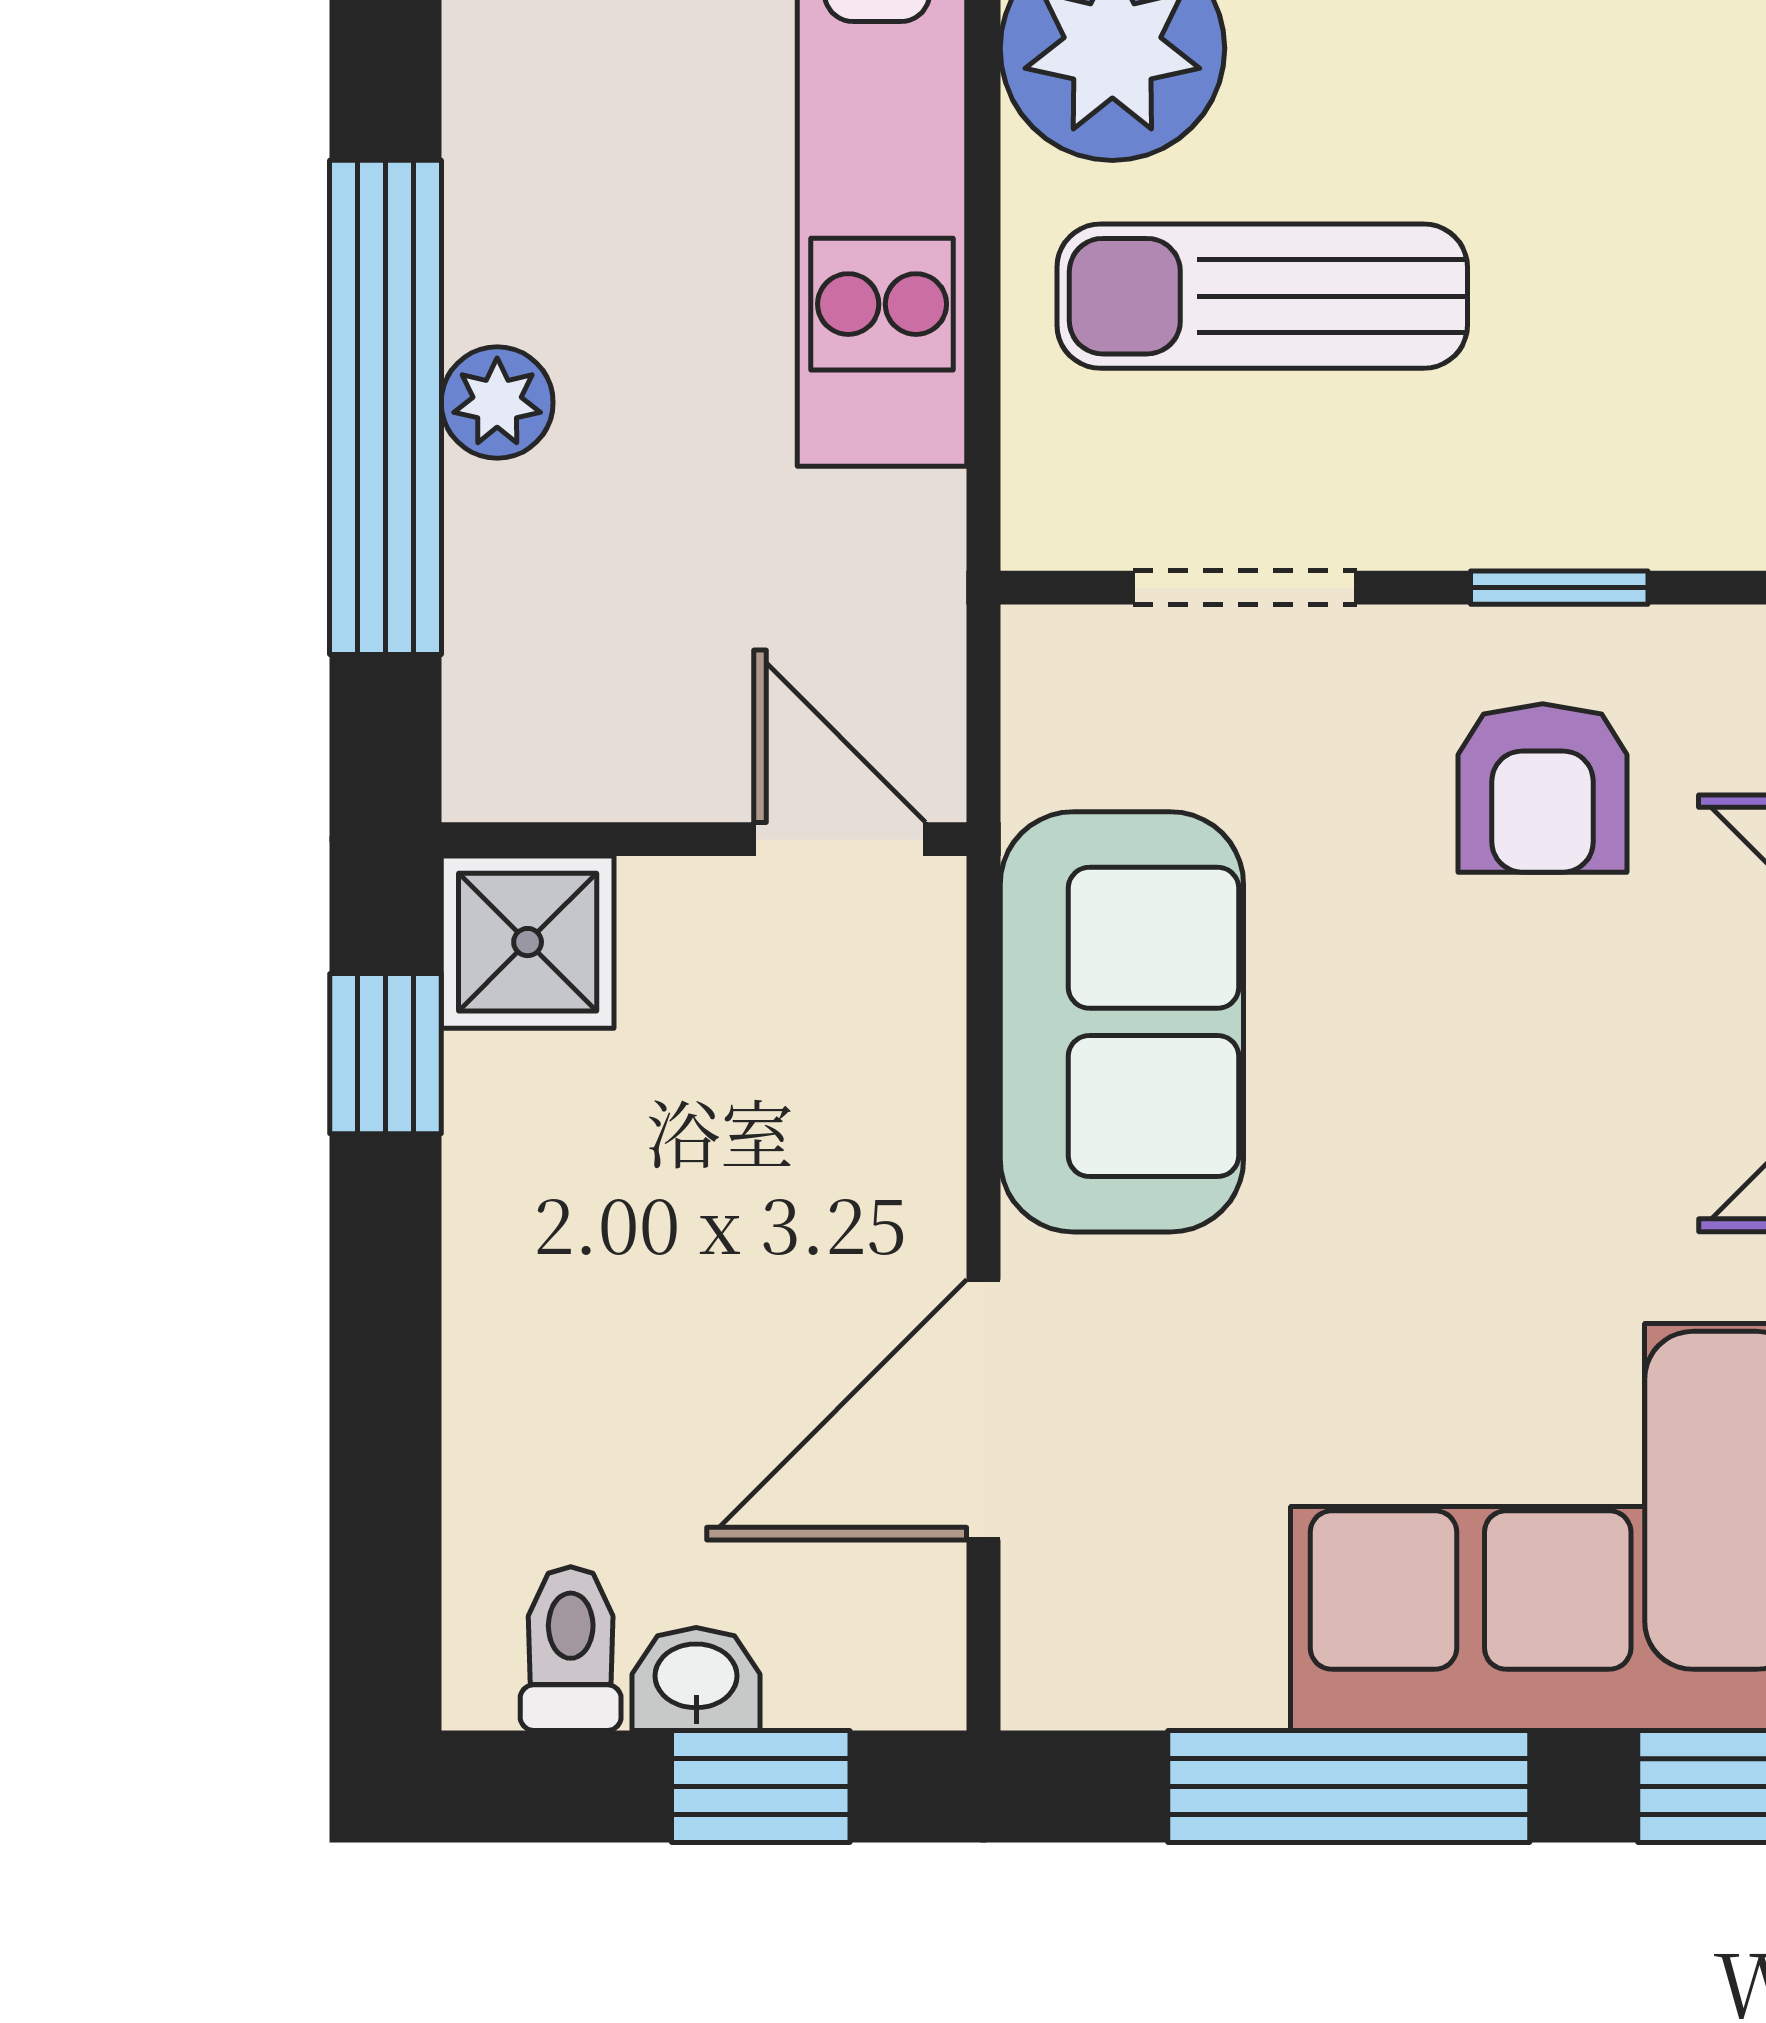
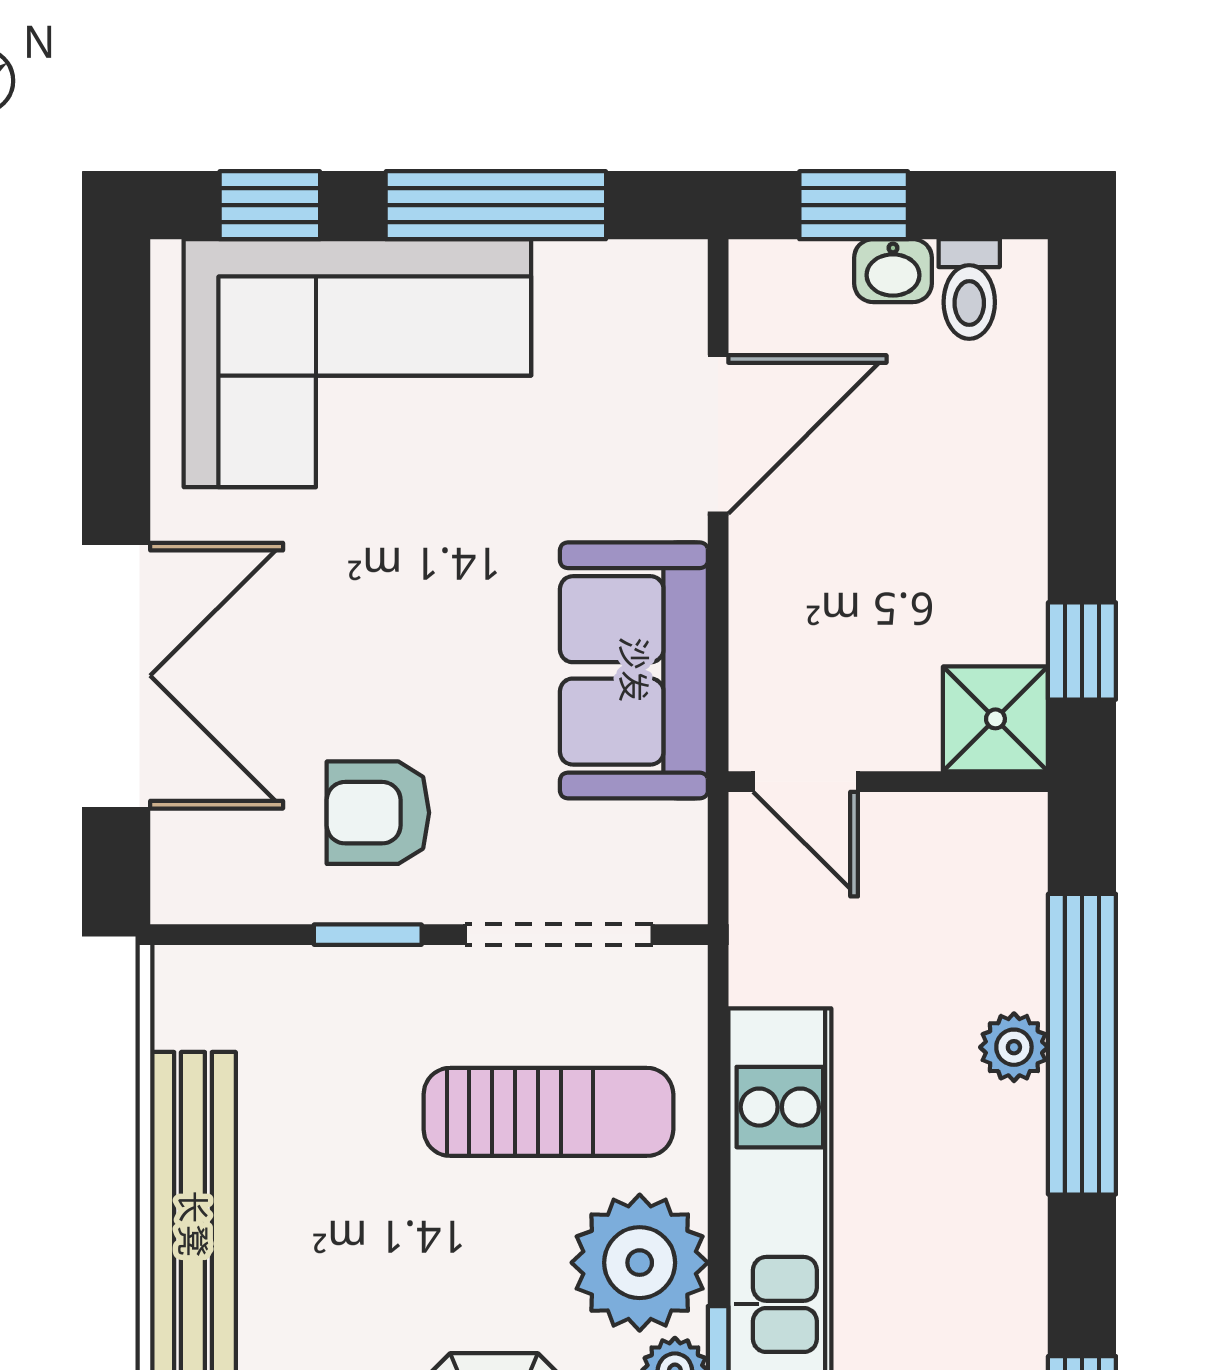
doorway: (1245, 588) -> (559, 935), width x1.38
armchair: (1543, 788) -> (378, 813), turned -90

